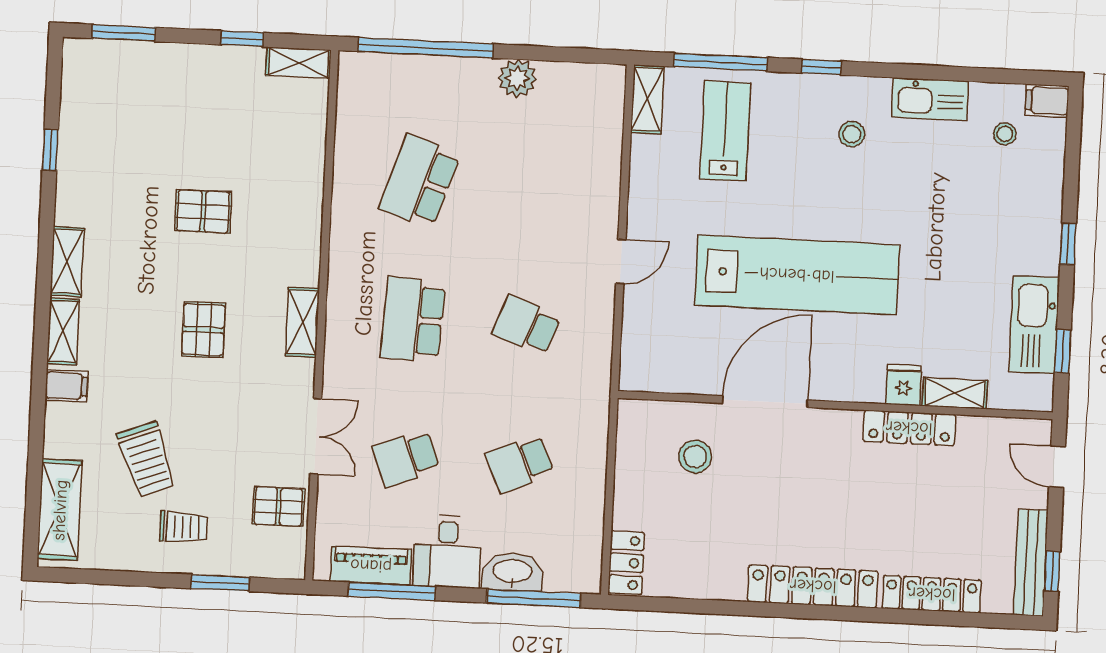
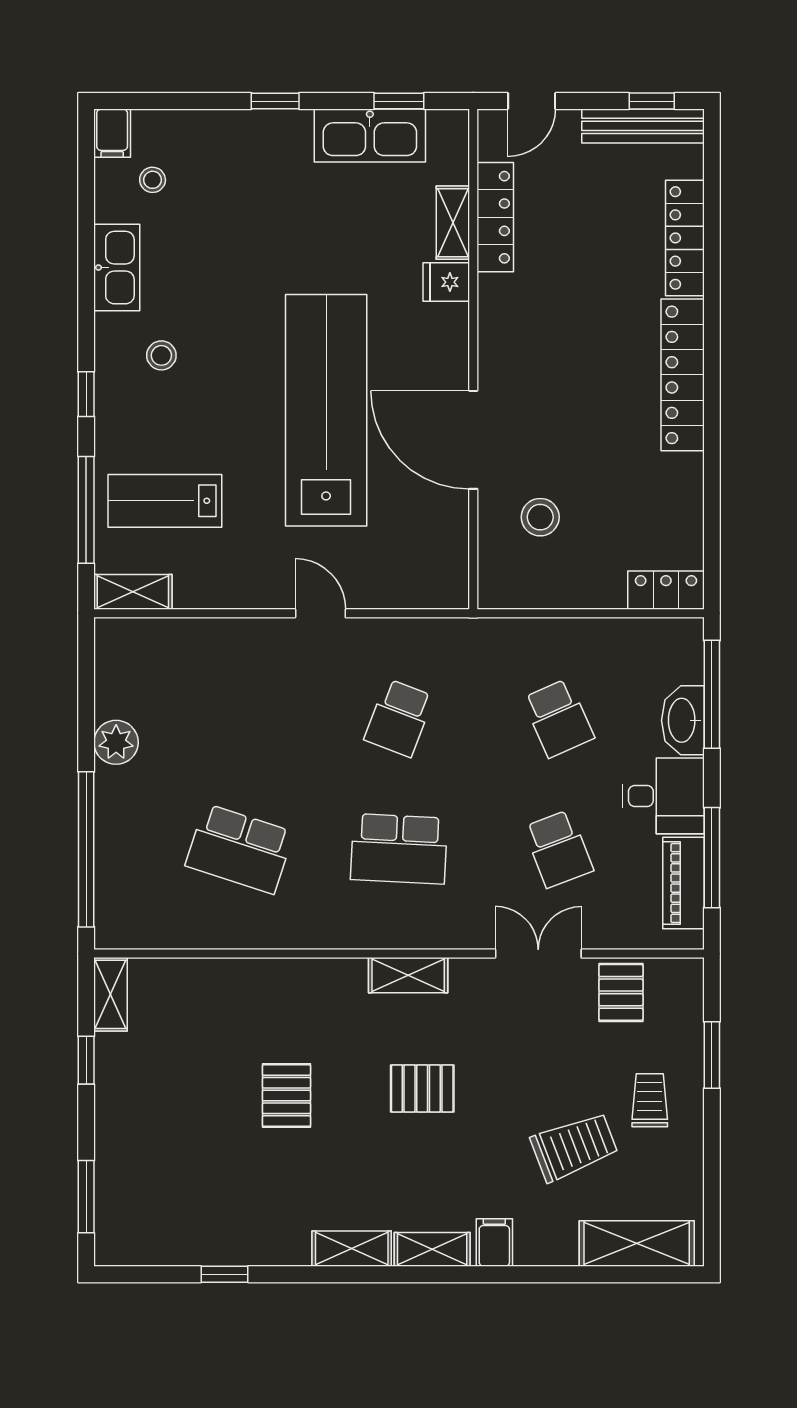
locker: (909, 428) -> (495, 217), moved

